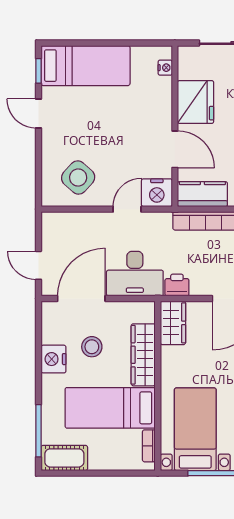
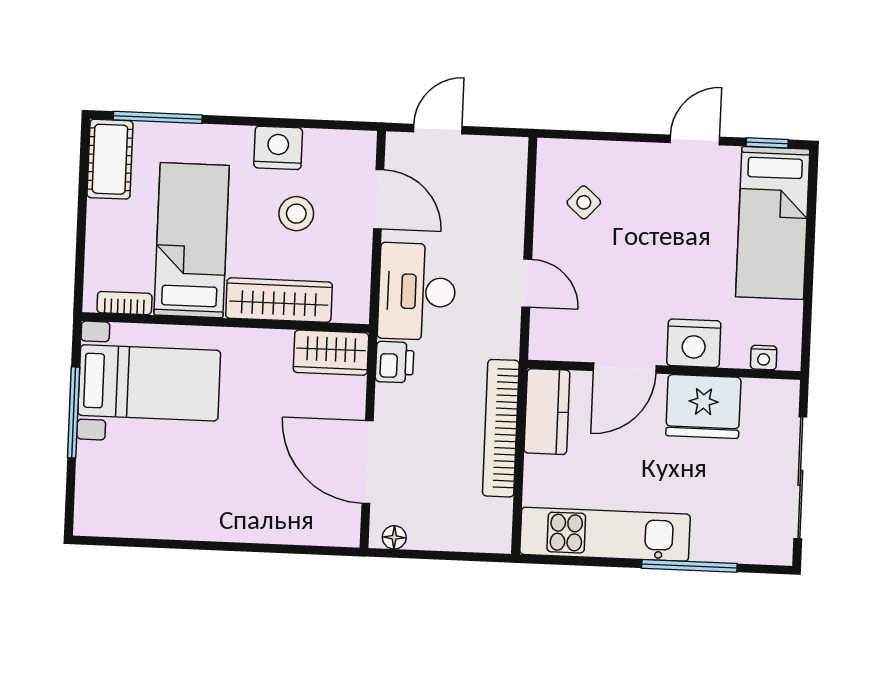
side table: (78, 177) -> (584, 202), width x0.54, depth x0.54
nightstand: (157, 193) -> (694, 343), moved, turned -90
door: (81, 299) -> (379, 199), width x0.73

